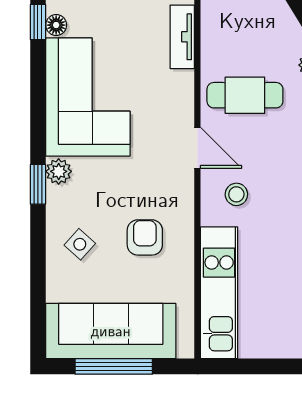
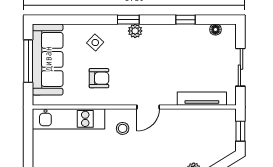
window: (38, 22) -> (185, 20), moved
tv unit: (182, 37) -> (202, 99), width x1.41
cafe table: (245, 95) -> (177, 133), removed
corner sofa: (88, 97) -> (176, 47), removed

